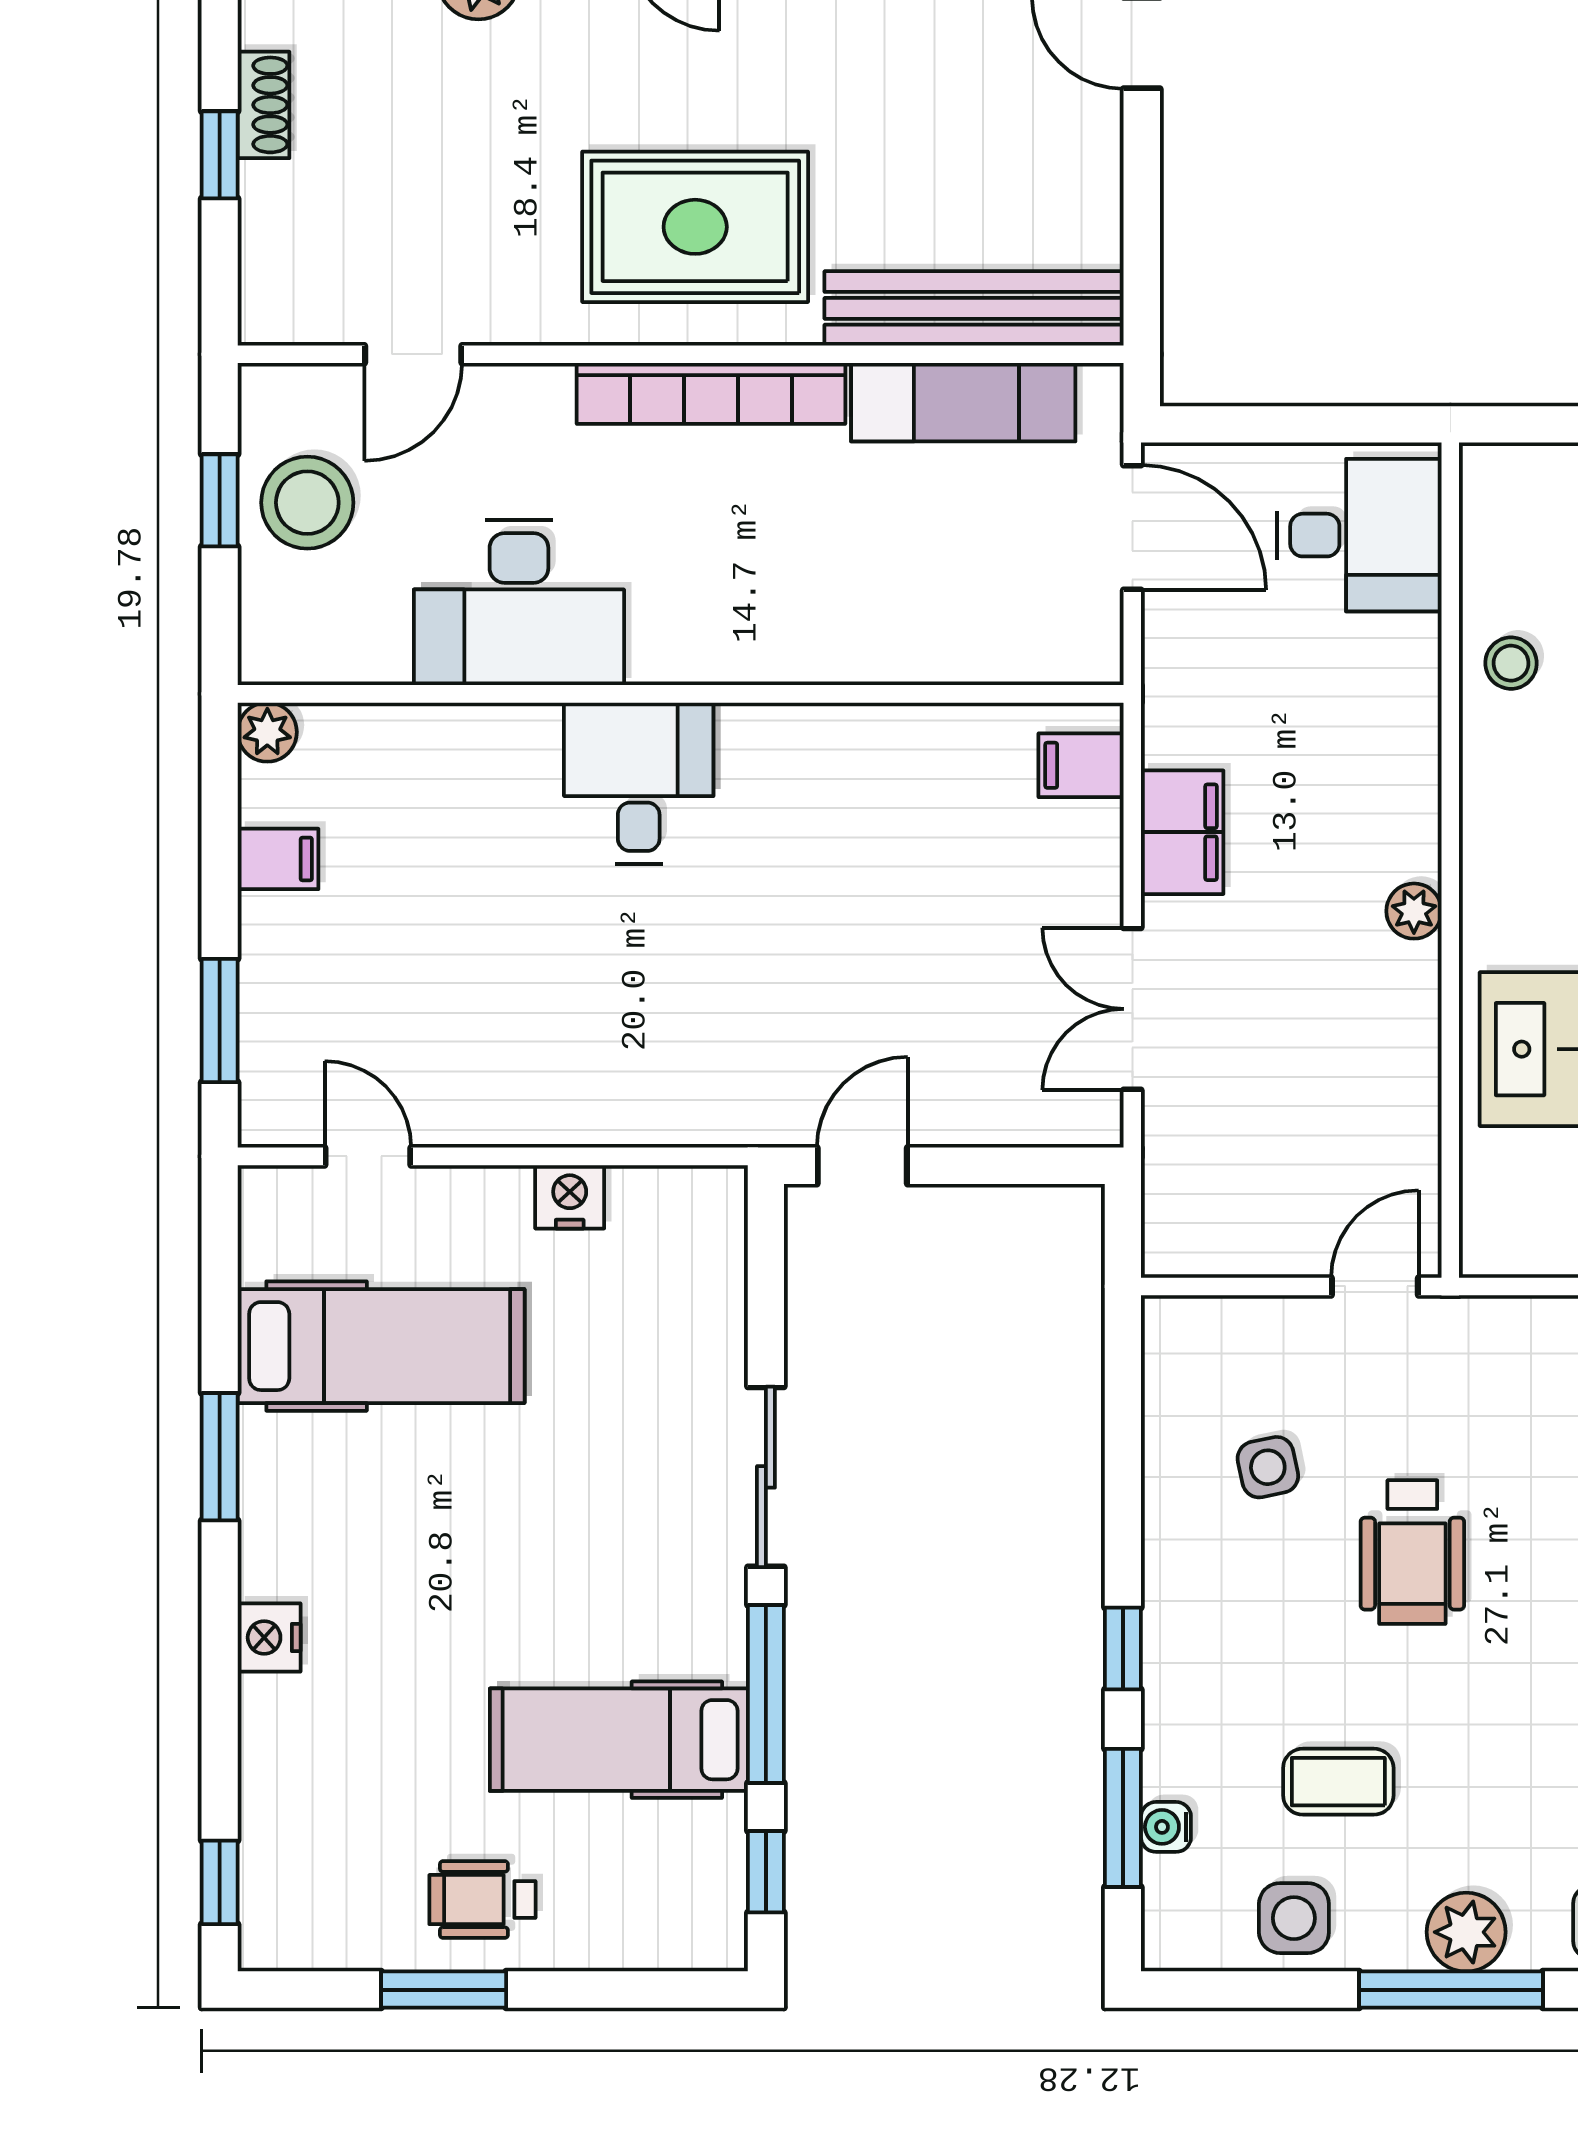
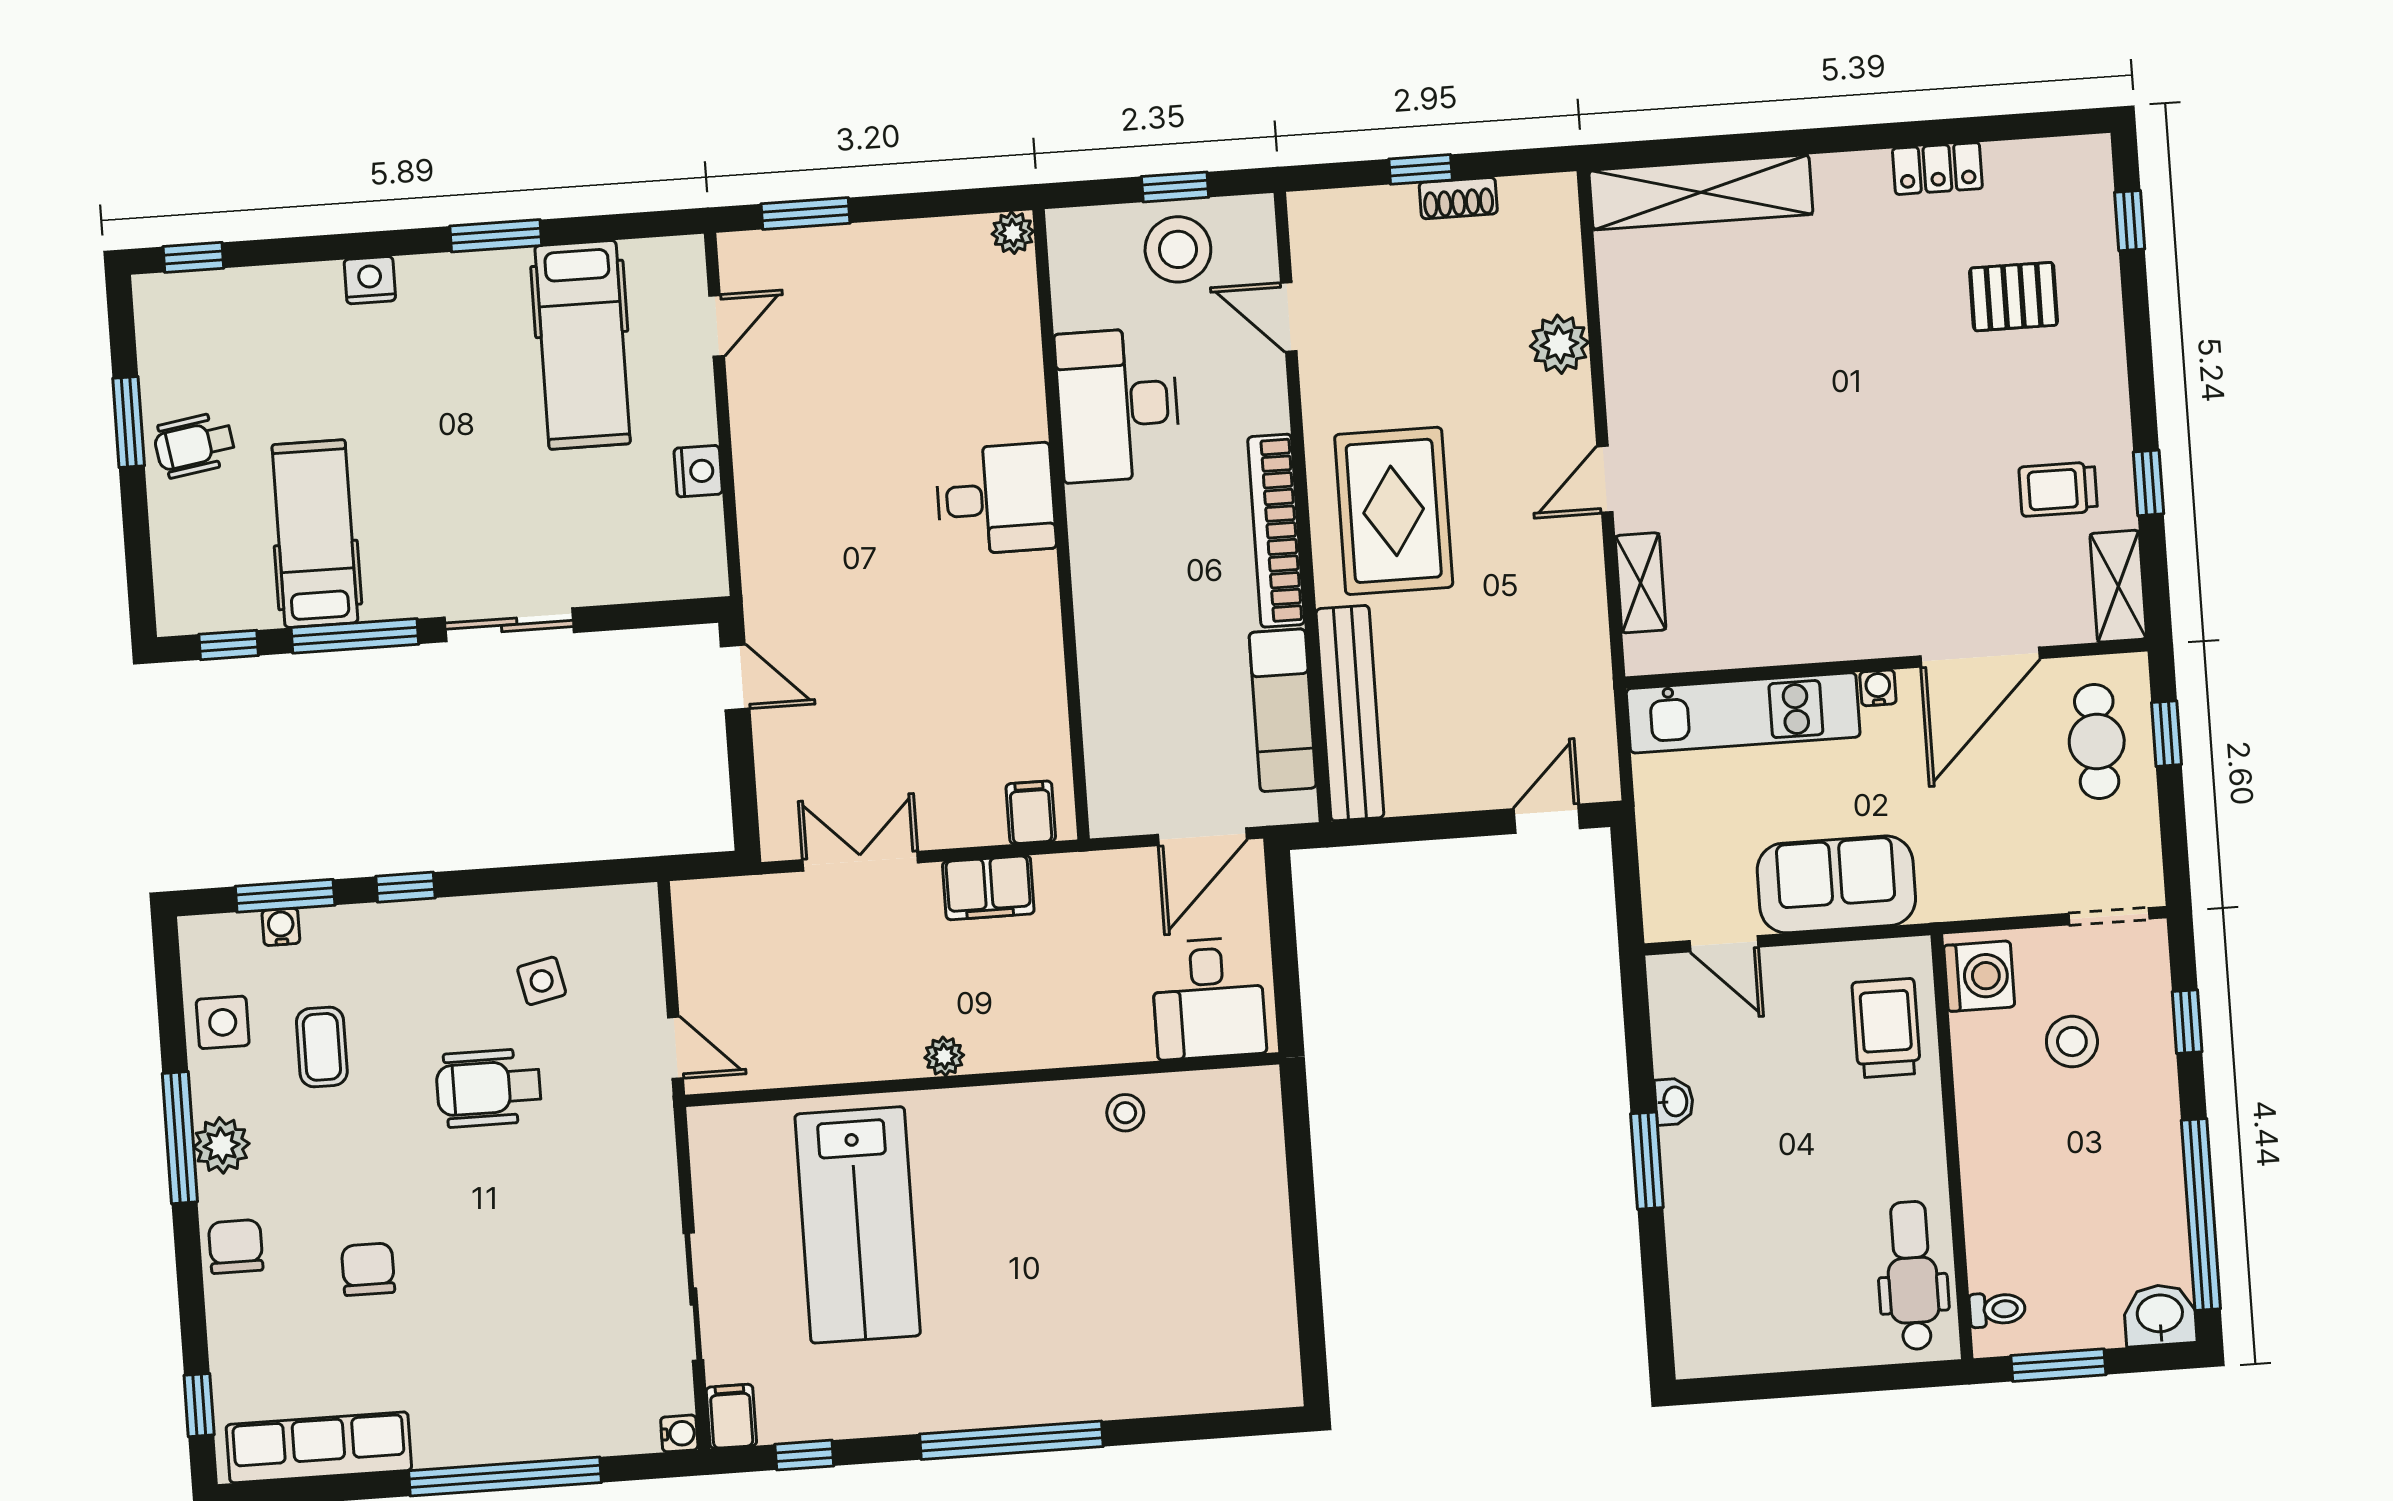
filing cabinet: (278, 859) -> (923, 247), removed
wheelchair: (482, 1900) -> (195, 445), turned -99

